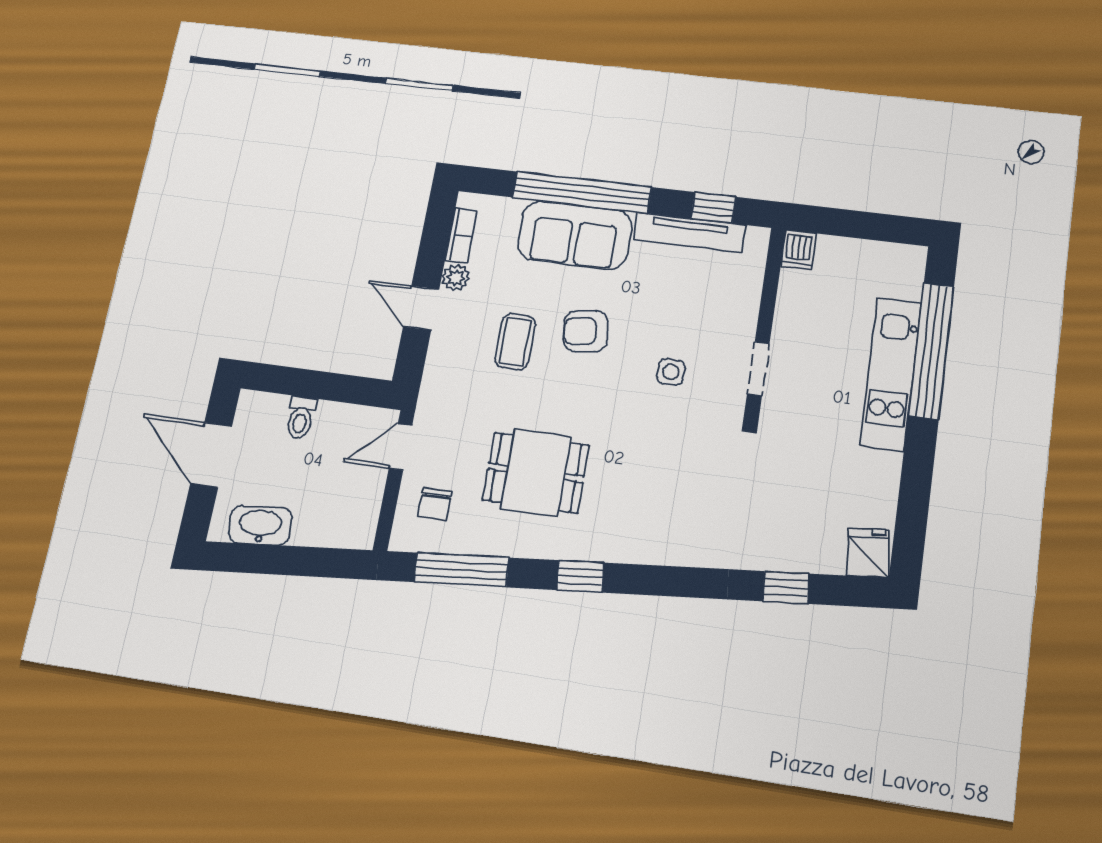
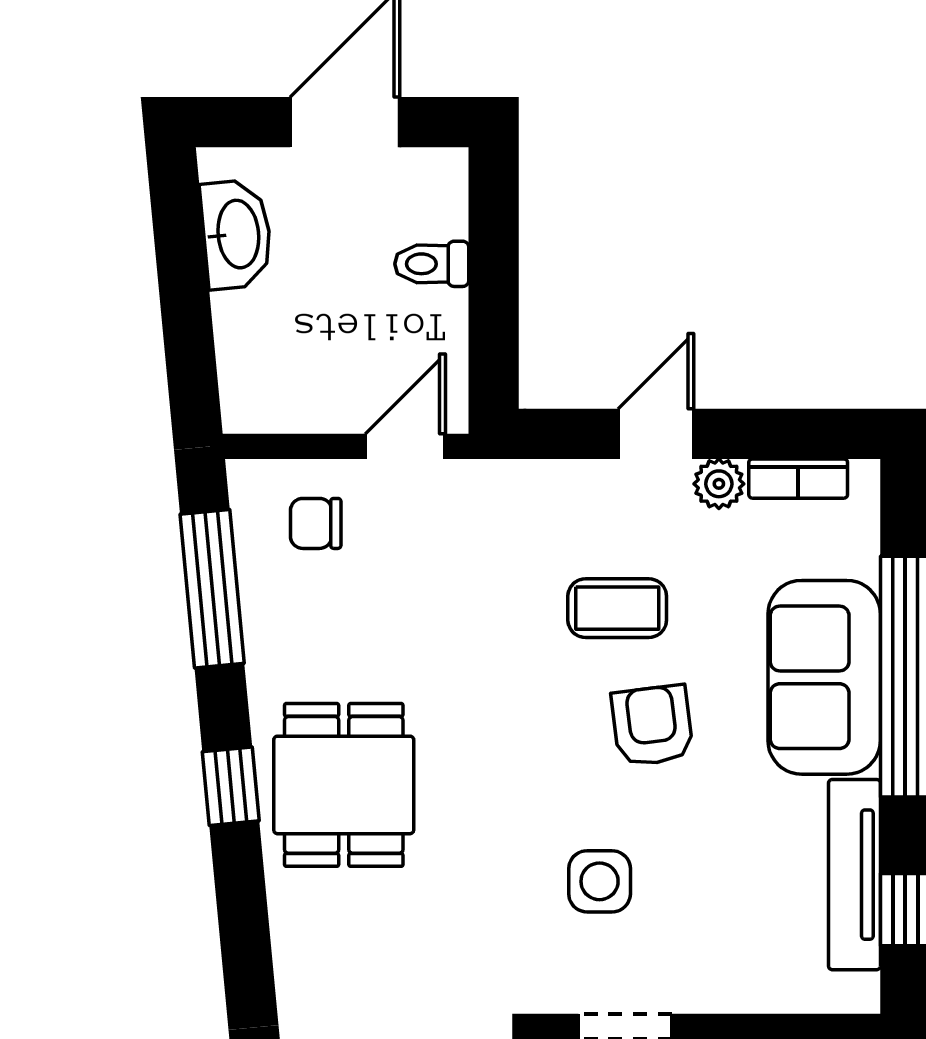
side table: (671, 372) -> (600, 881), width x1.37, depth x1.37
door: (401, 447) -> (405, 446), hinge flipped
dining table: (536, 473) -> (344, 785), moved

